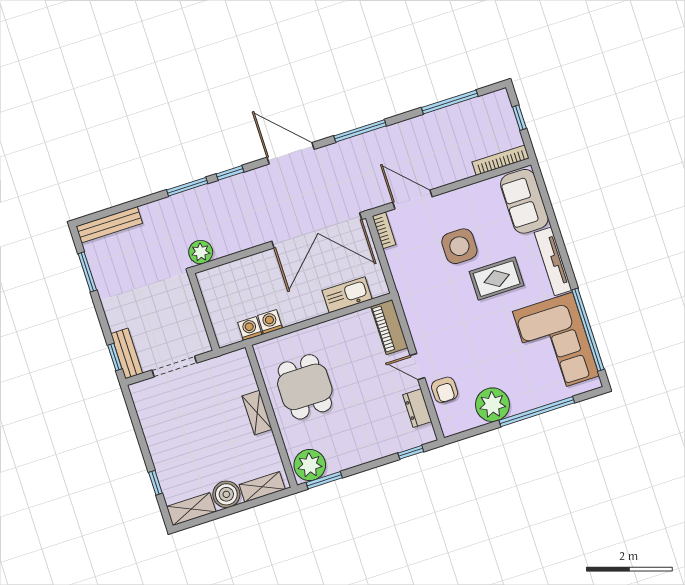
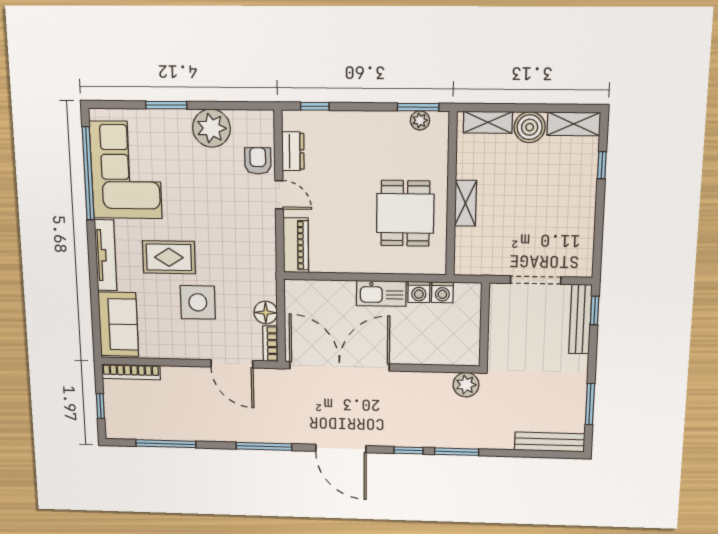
floor lamp: (397, 257) -> (266, 313), added
kitchen sink: (347, 295) -> (381, 293), moved
bench: (127, 353) -> (580, 319), width x1.36
window: (537, 412) -> (166, 105), width x0.47
plant: (310, 465) -> (420, 120), width x0.53, depth x0.53

